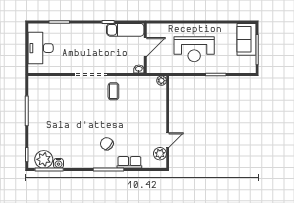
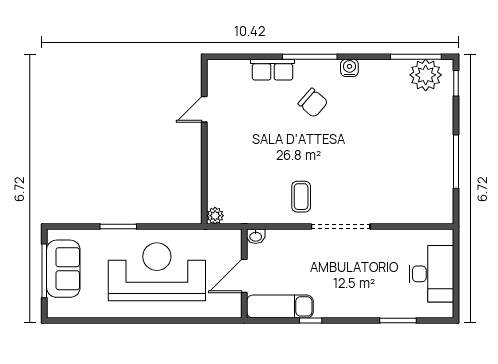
sofa: (246, 39) -> (63, 269), moved
reception desk: (194, 49) -> (157, 272), width x1.36, depth x1.30
plant: (160, 154) -> (218, 85), removed
water cooler: (58, 163) -> (349, 68), moved

